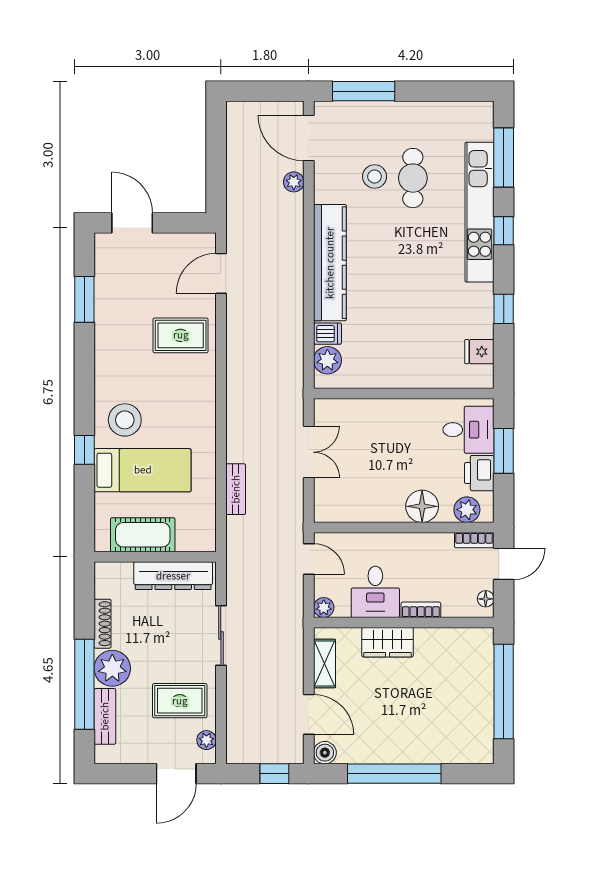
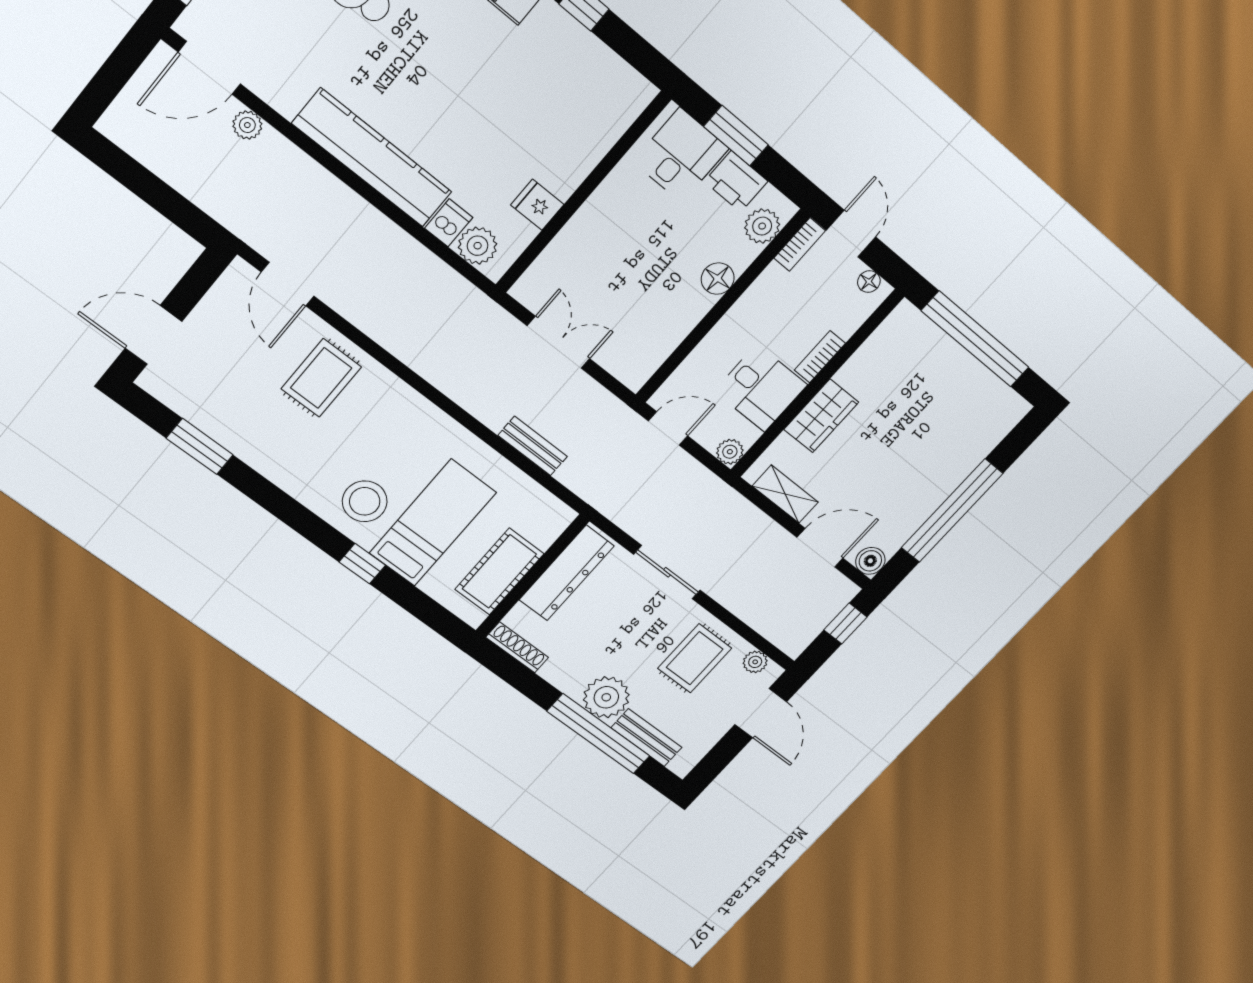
stool: (375, 176) -> (314, 29), removed
fridge: (479, 352) -> (537, 205), moved, turned 90
floor lamp: (422, 506) -> (718, 279), width x0.73, depth x0.73
shoe rack: (103, 624) -> (517, 647), moved

